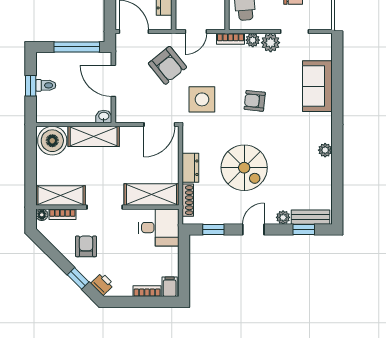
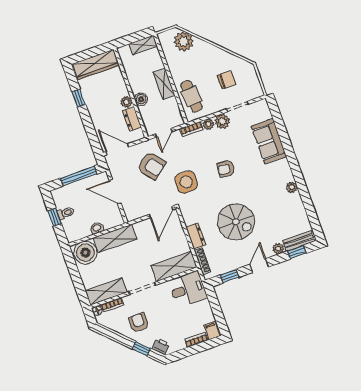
washbasin: (104, 116) -> (97, 228), moved

